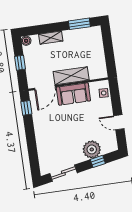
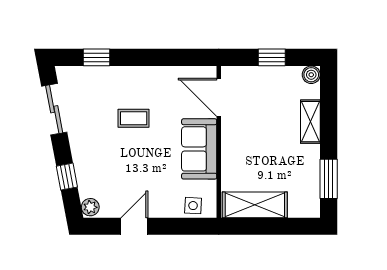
shelving: (71, 76) -> (255, 205), moved, turned 90
window: (26, 108) -> (96, 57), moved
coffee table: (62, 131) -> (134, 118), added
plant: (92, 149) -> (90, 207), moved, width x0.53, depth x0.53

